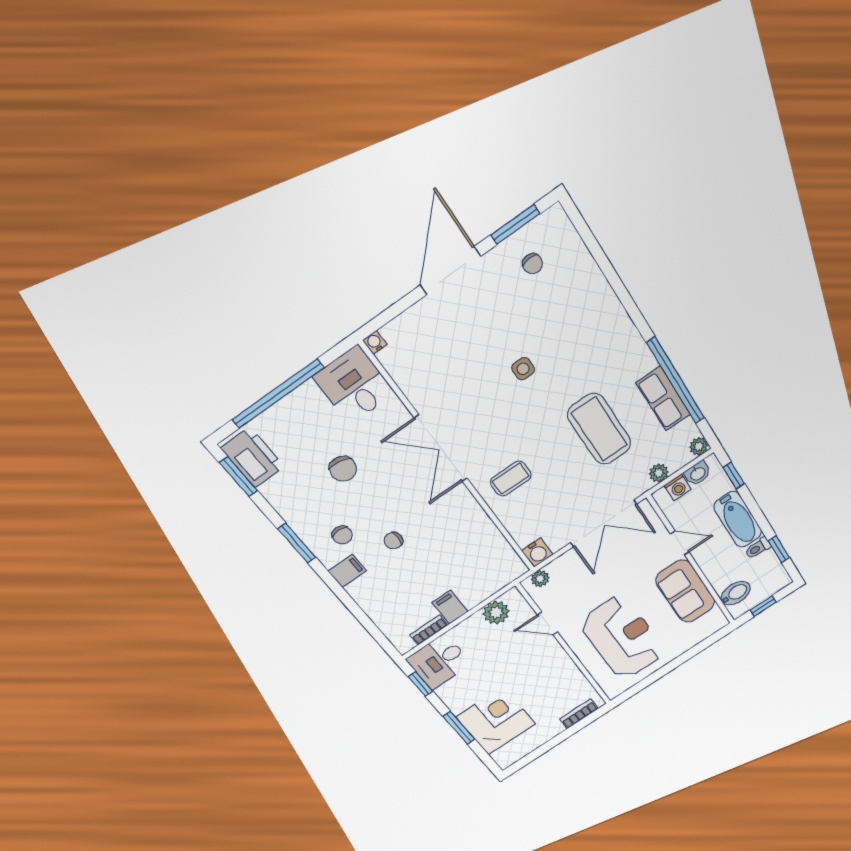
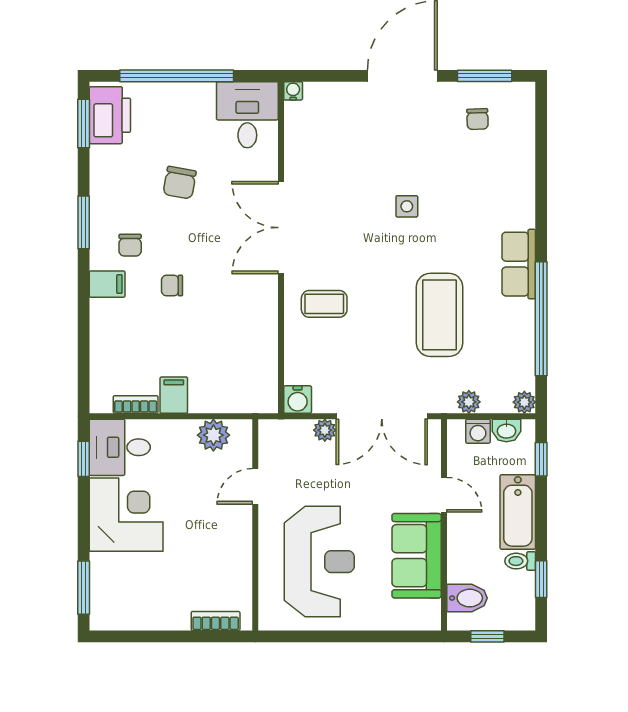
row of seats: (663, 399) -> (519, 264), moved
plant: (540, 579) -> (325, 430), moved
door: (547, 623) -> (255, 486), hinge flipped
corner desk: (496, 721) -> (126, 515), moved
window: (459, 728) -> (84, 588), moved

